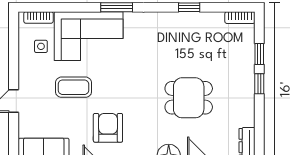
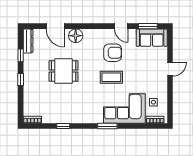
window: (259, 54) -> (21, 55), moved
coffee table: (73, 87) -> (111, 77), moved
armchair: (108, 128) -> (113, 53), turned -90

